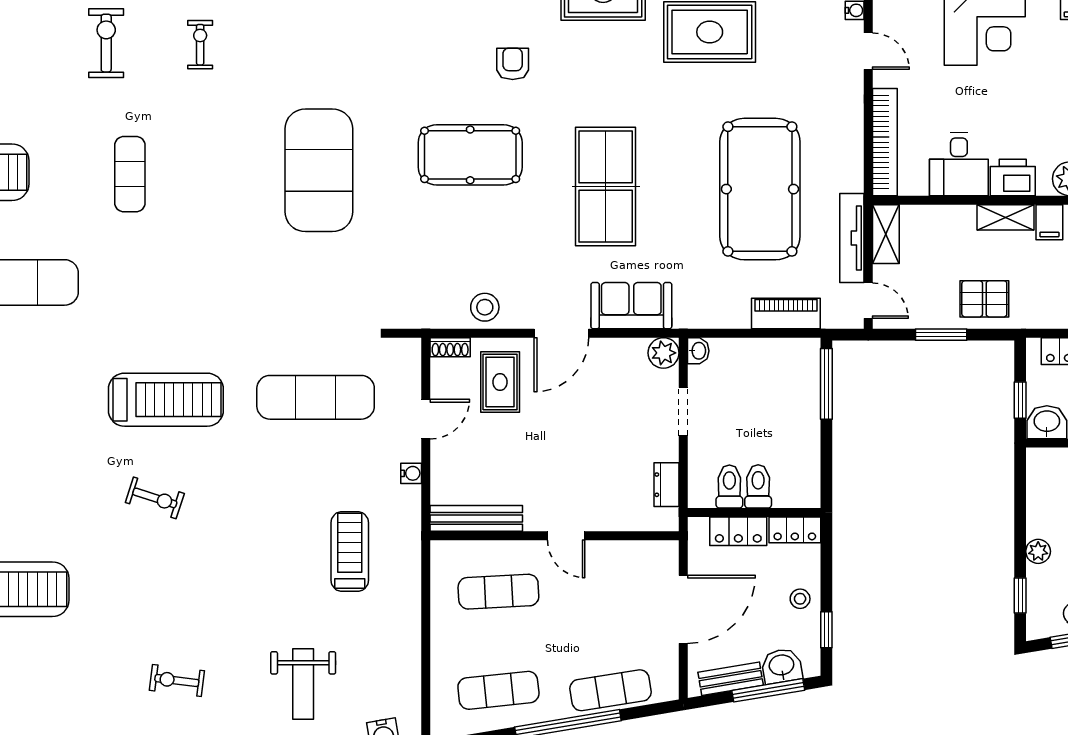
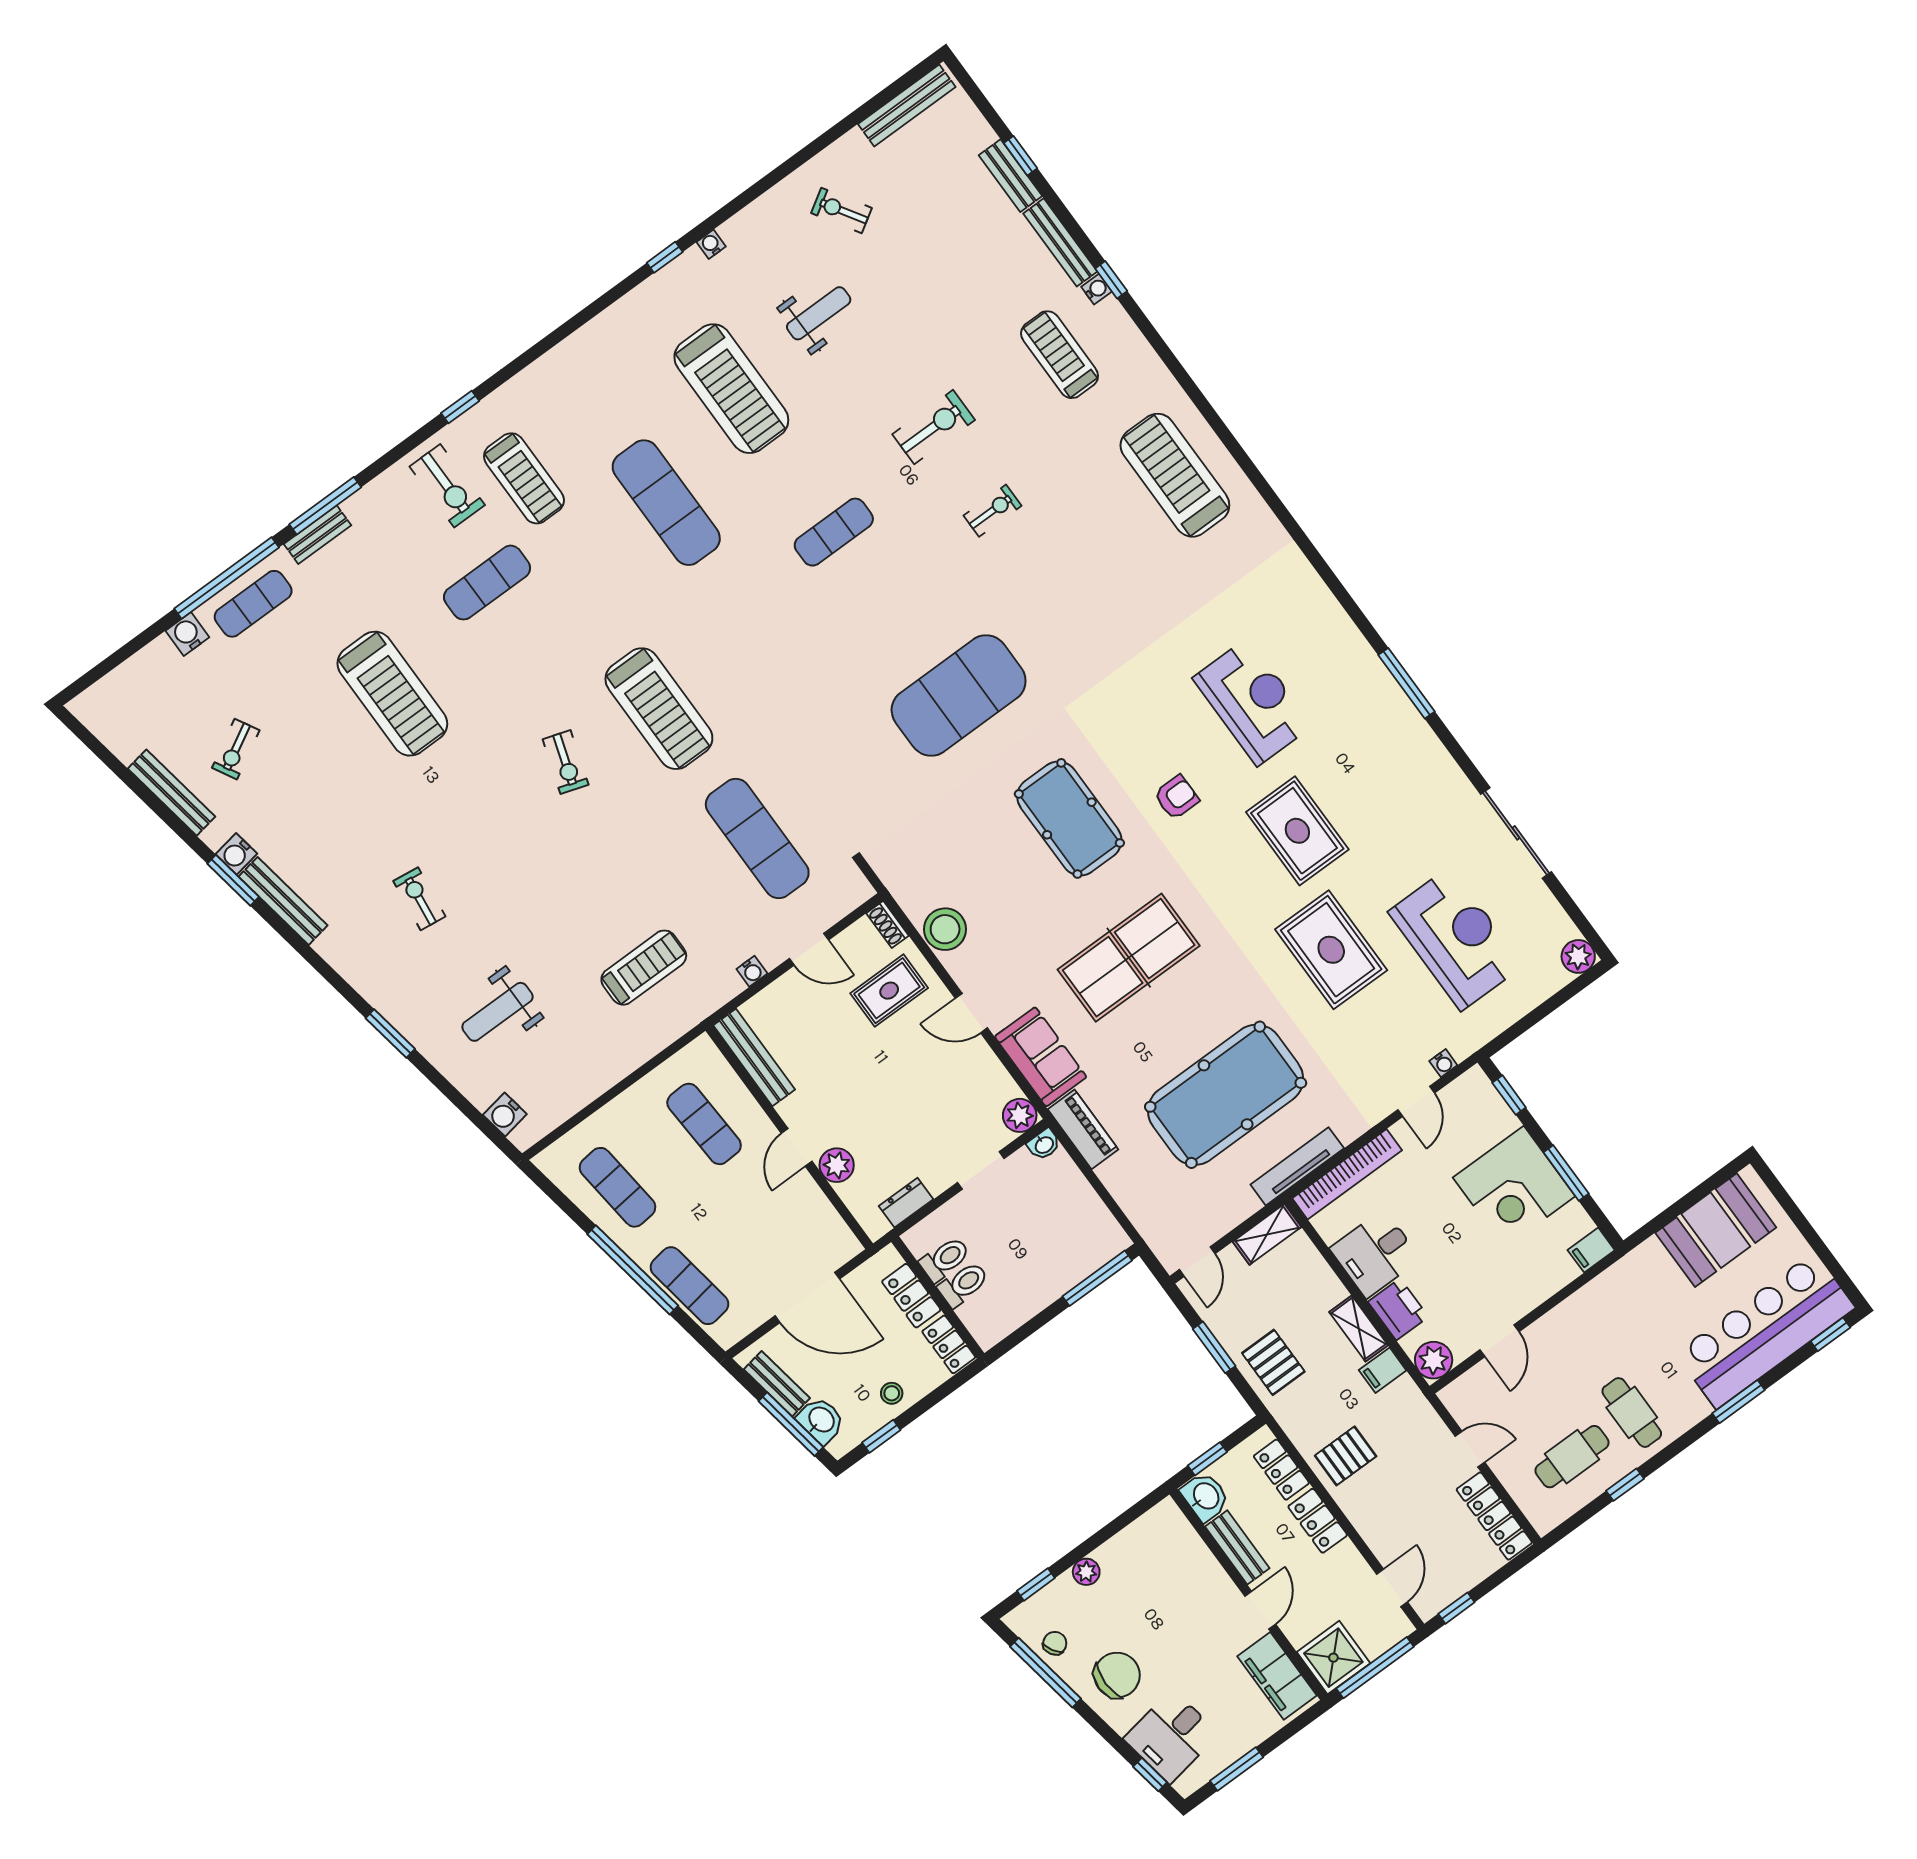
tv unit: (852, 238) -> (1297, 1166), moved
stool: (485, 307) -> (945, 929), width x1.38, depth x1.38
piano: (786, 314) -> (1083, 1129), moved
door: (561, 333) -> (971, 1013), width x0.73
plant: (601, 516) -> (837, 1165), added

